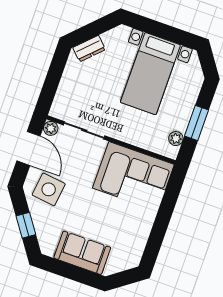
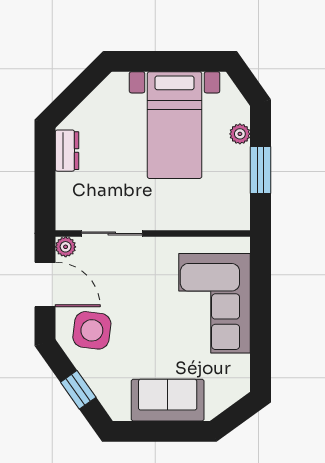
dresser: (89, 49) -> (67, 151), moved, turned -45
plant: (176, 139) -> (240, 134), moved
corner sofa: (133, 176) -> (215, 303), moved, turned 90

